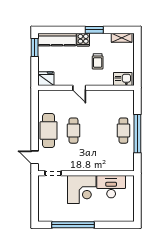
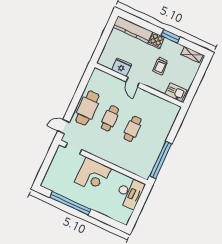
window: (35, 48) -> (109, 27), removed
fridge: (46, 79) -> (122, 67), moved
cafe table: (123, 131) -> (132, 129), moved
window: (137, 134) -> (161, 160), moved
door: (35, 157) -> (64, 127), hinge flipped
desk: (111, 187) -> (130, 193), moved, turned 90

